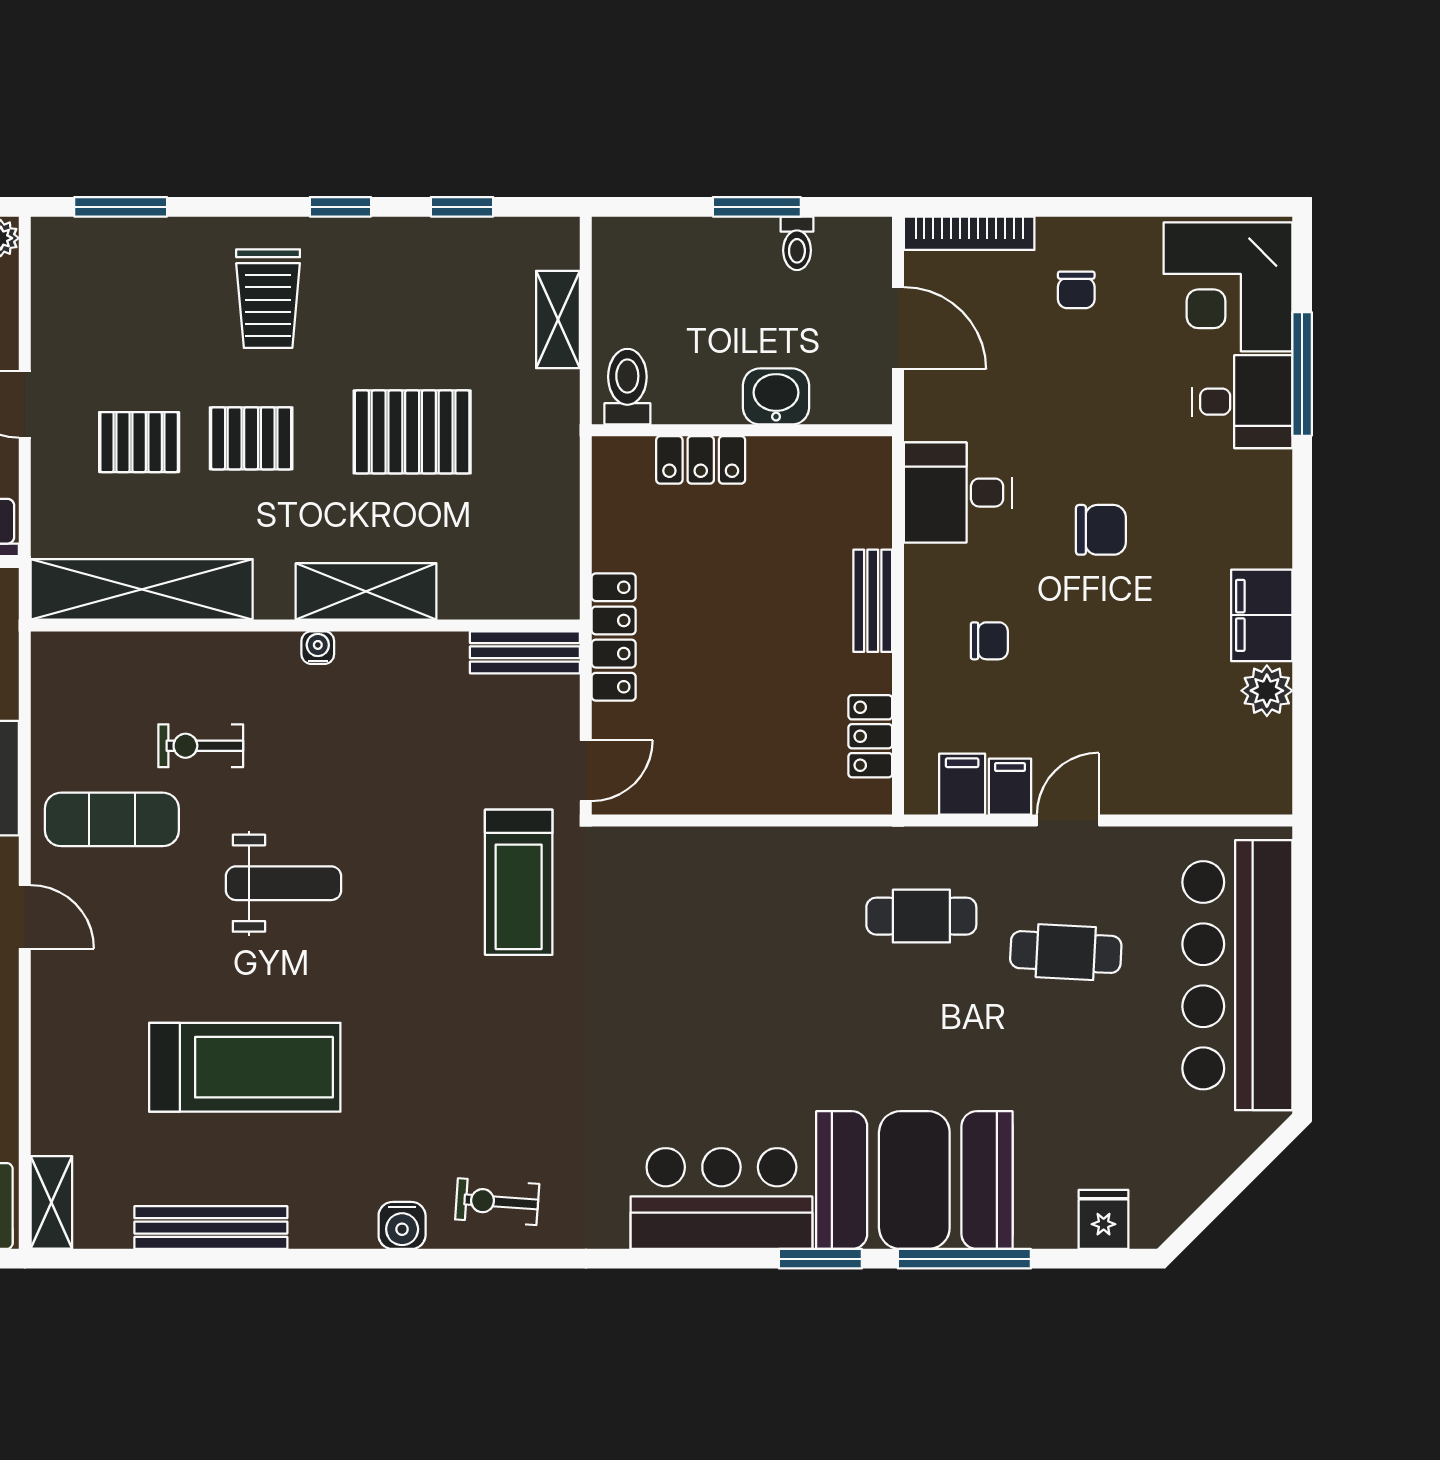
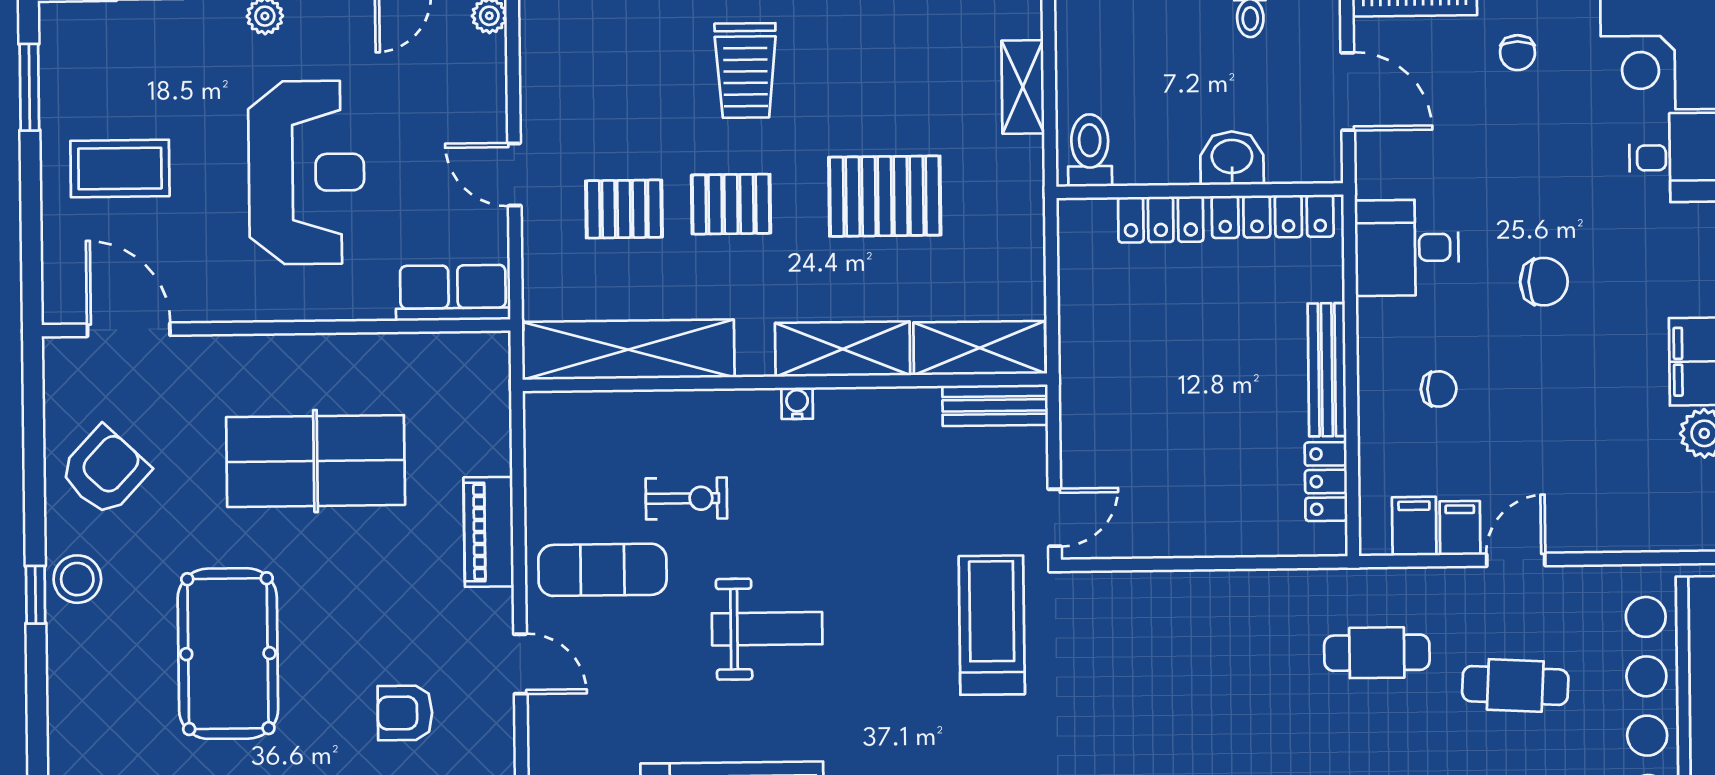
shelving: (509, 592) -> (979, 348), added
bench: (873, 601) -> (1327, 370), width x1.36
locker: (614, 637) -> (1273, 216), moved, turned 90
exercise bike: (201, 746) -> (686, 498), turned 180
treadmill: (519, 882) -> (992, 625), turned 180

